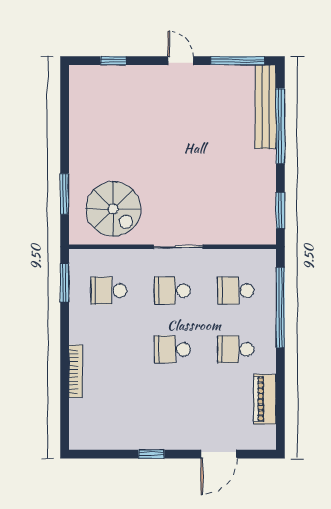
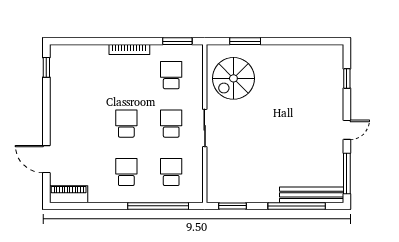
bookcase: (76, 371) -> (129, 50), moved
piano: (265, 399) -> (69, 194), moved
window: (151, 454) -> (46, 67), moved

